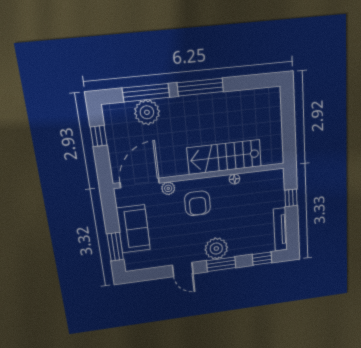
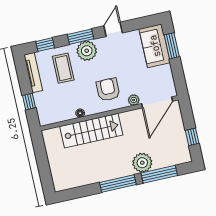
plant: (147, 112) -> (142, 163), moved
sofa: (133, 229) -> (155, 46), moved
coffee table: (246, 232) -> (63, 68), added
door: (183, 269) -> (113, 29), hinge flipped

